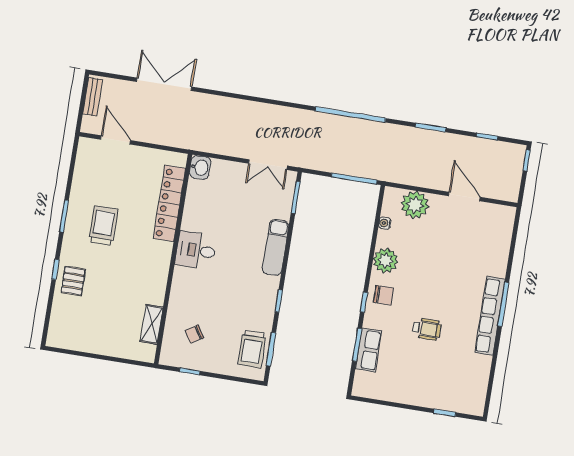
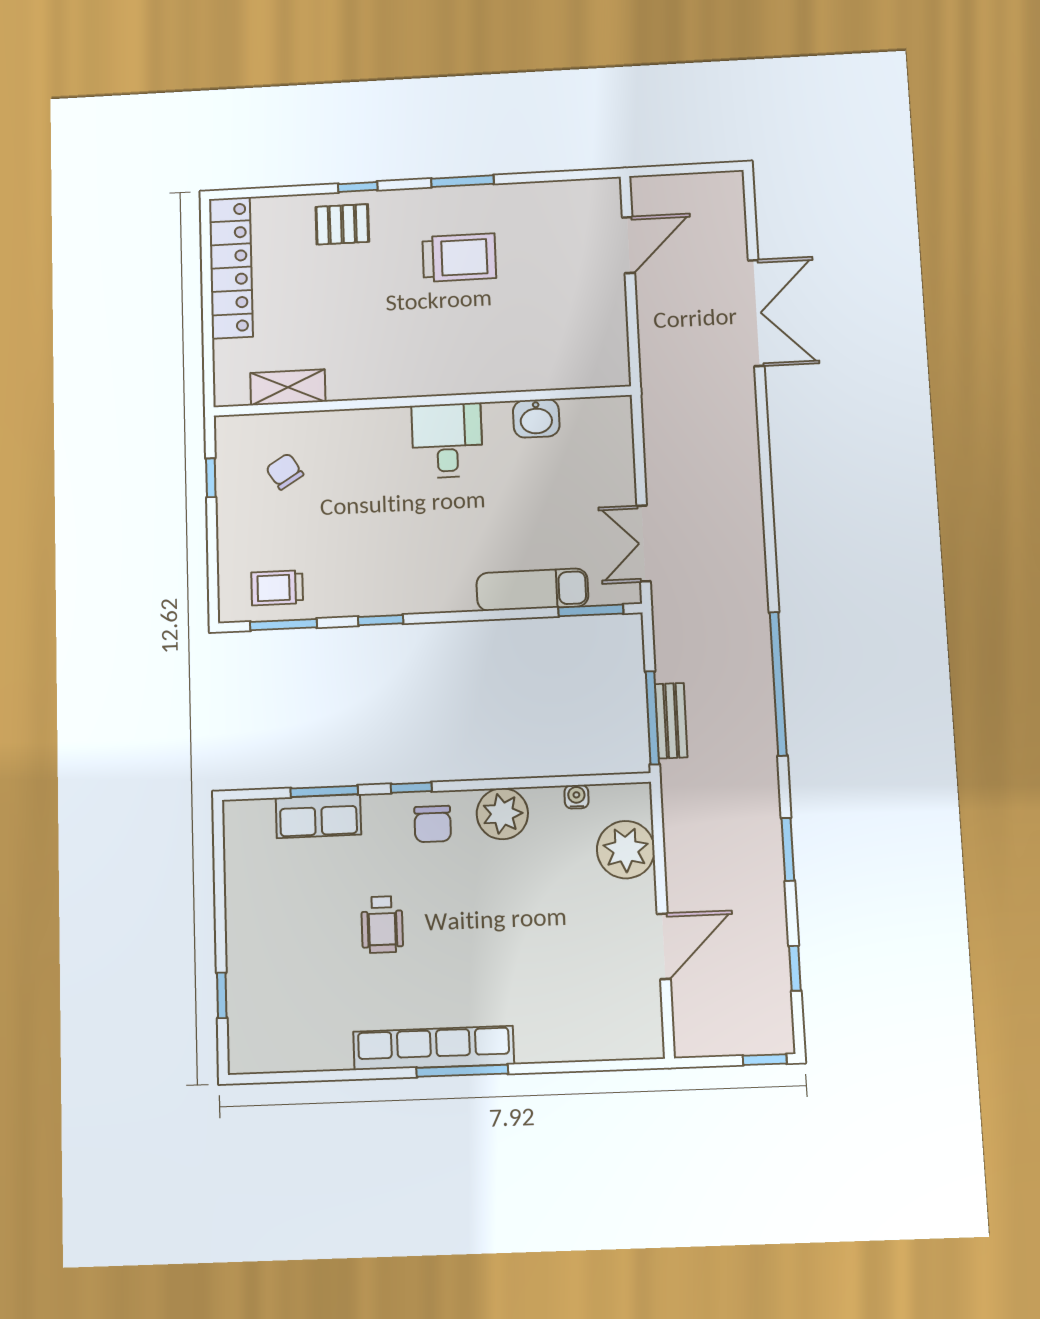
bench: (93, 97) -> (671, 721), moved, turned 90
washbasin: (200, 167) -> (536, 418), moved
locker: (169, 203) -> (231, 268), moved, turned 90
exam couch: (276, 247) -> (532, 590), moved
trolley: (252, 349) -> (277, 588), width x0.73, depth x0.72

